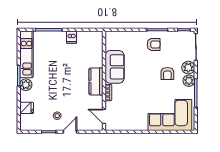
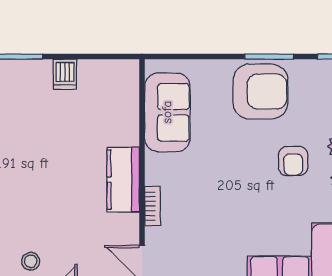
armchair: (154, 44) -> (260, 91), width x1.88, depth x1.88
sofa: (115, 67) -> (167, 112), moved

